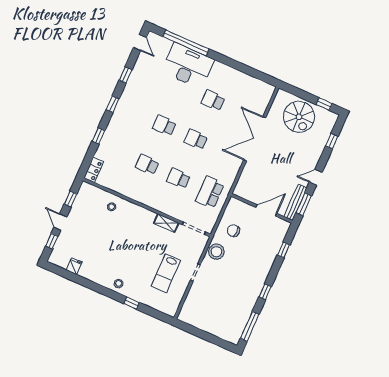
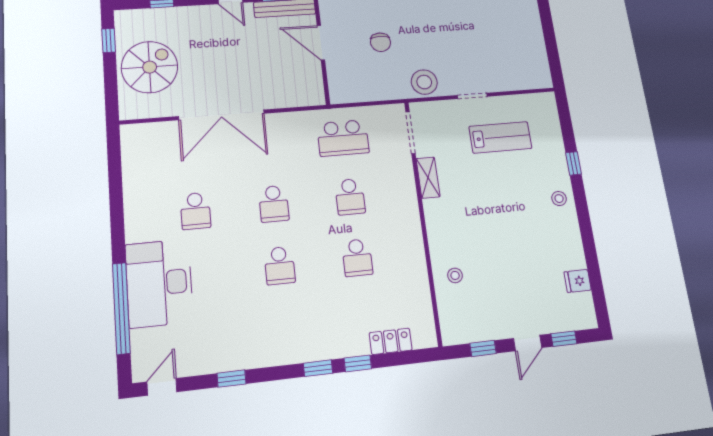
window: (113, 104) -> (318, 368), moved
locker: (94, 170) -> (391, 341), moved
chair: (233, 231) -> (381, 42), moved

